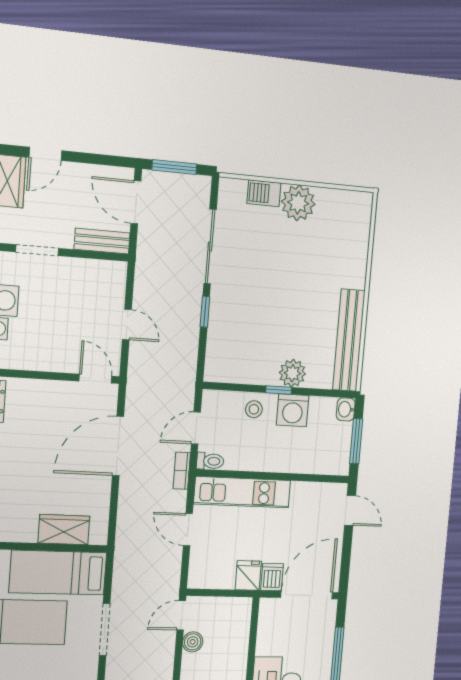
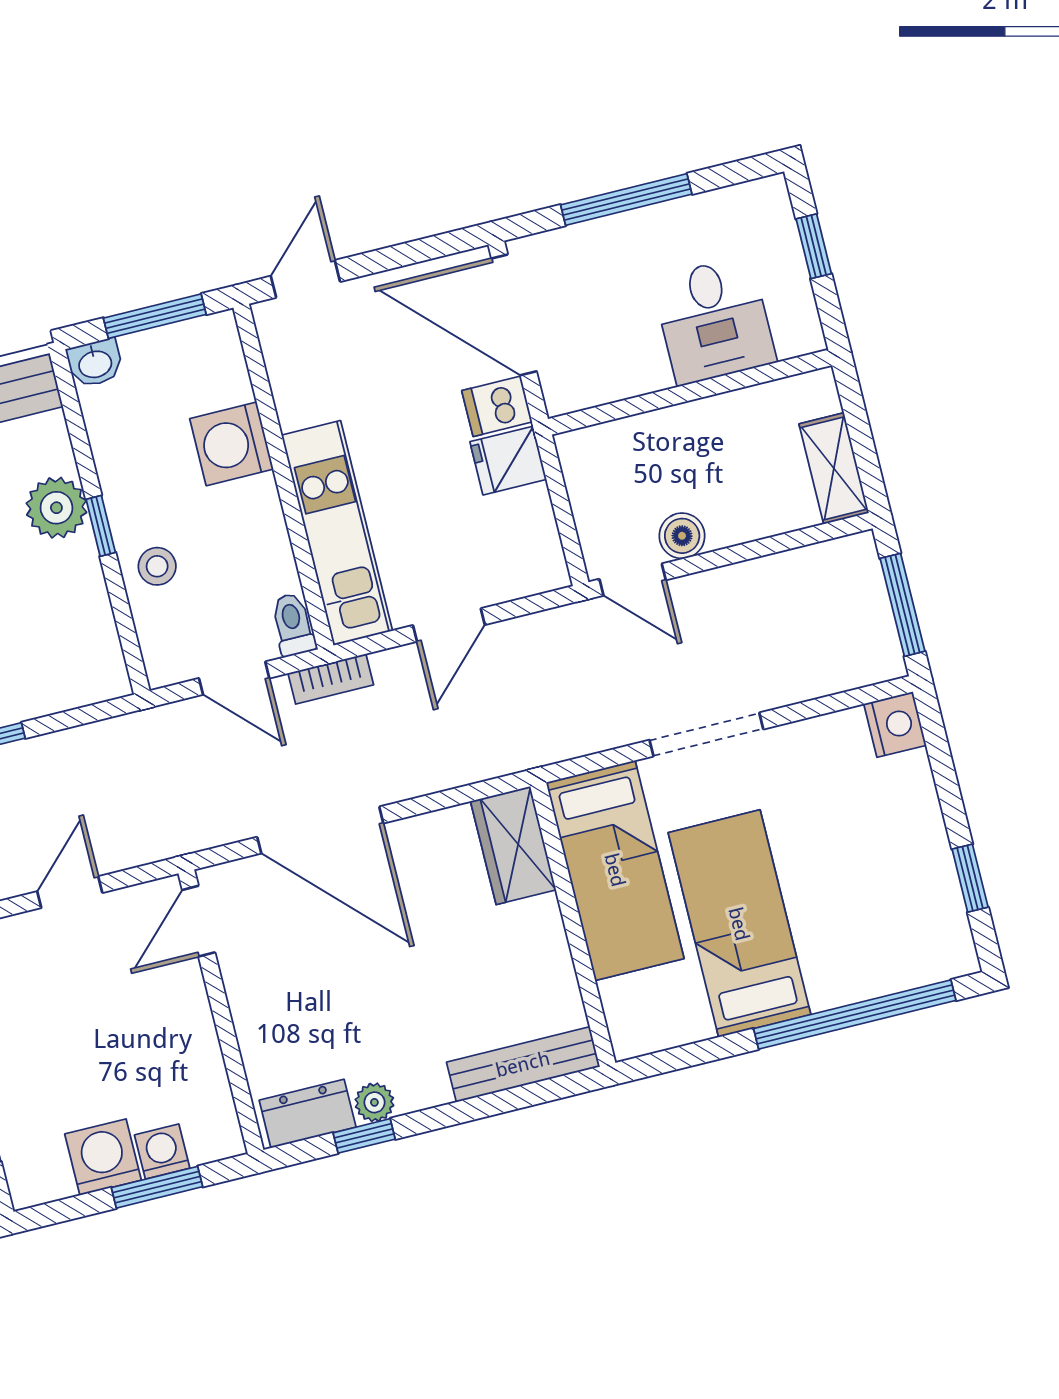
washing machine: (293, 410) -> (232, 444), moved, turned 180
wardrobe: (64, 530) -> (513, 845), moved

